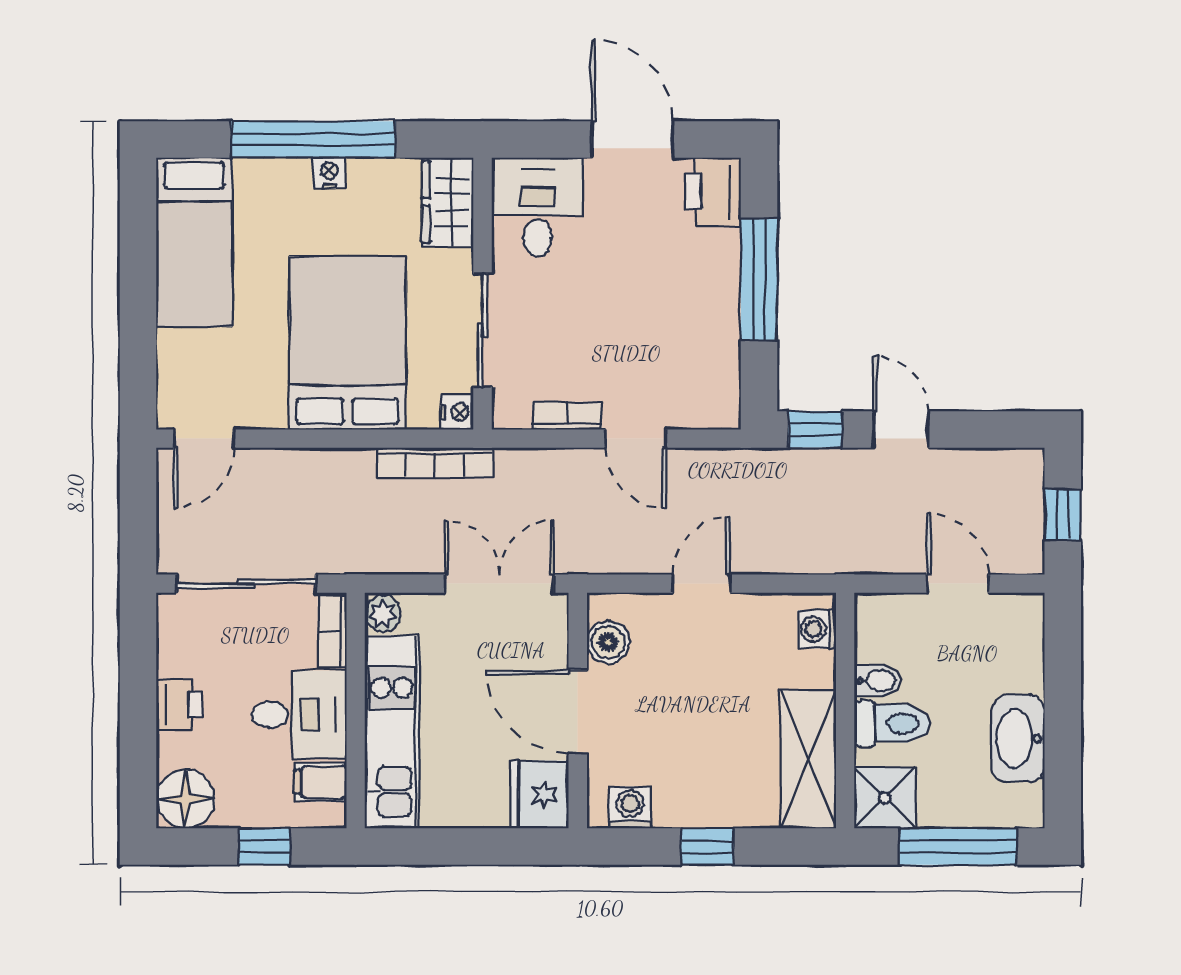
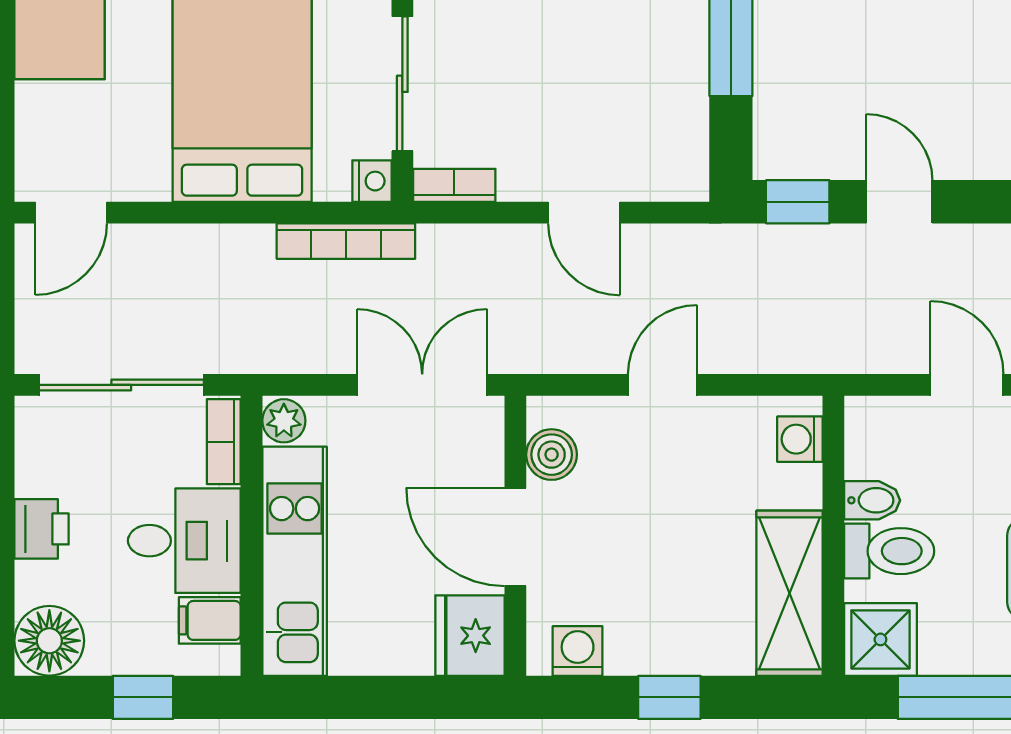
bookcase: (567, 416) -> (454, 185), moved

